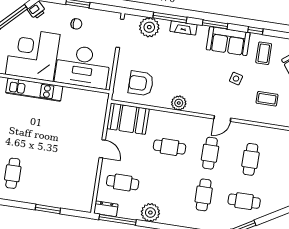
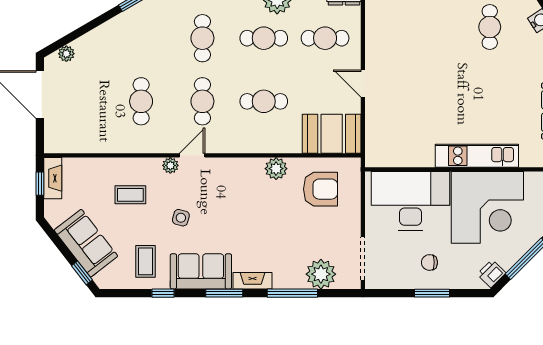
fireplace: (183, 28) -> (253, 281), moved
plant: (179, 103) -> (276, 169), moved
plant: (238, 114) -> (170, 165), added
cafe table: (244, 201) -> (264, 38), moved

